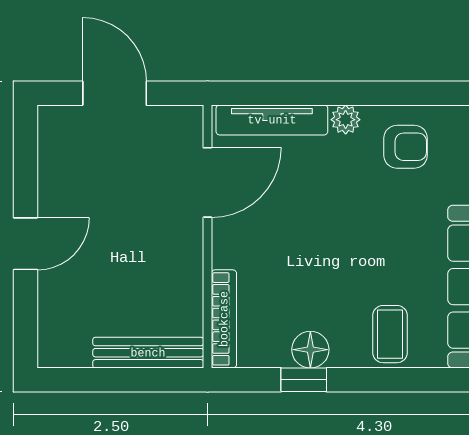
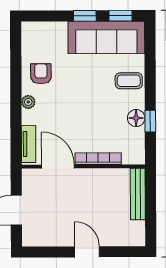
tv unit: (272, 120) -> (29, 144), width x0.71
bookcase: (224, 319) -> (98, 159), moved

